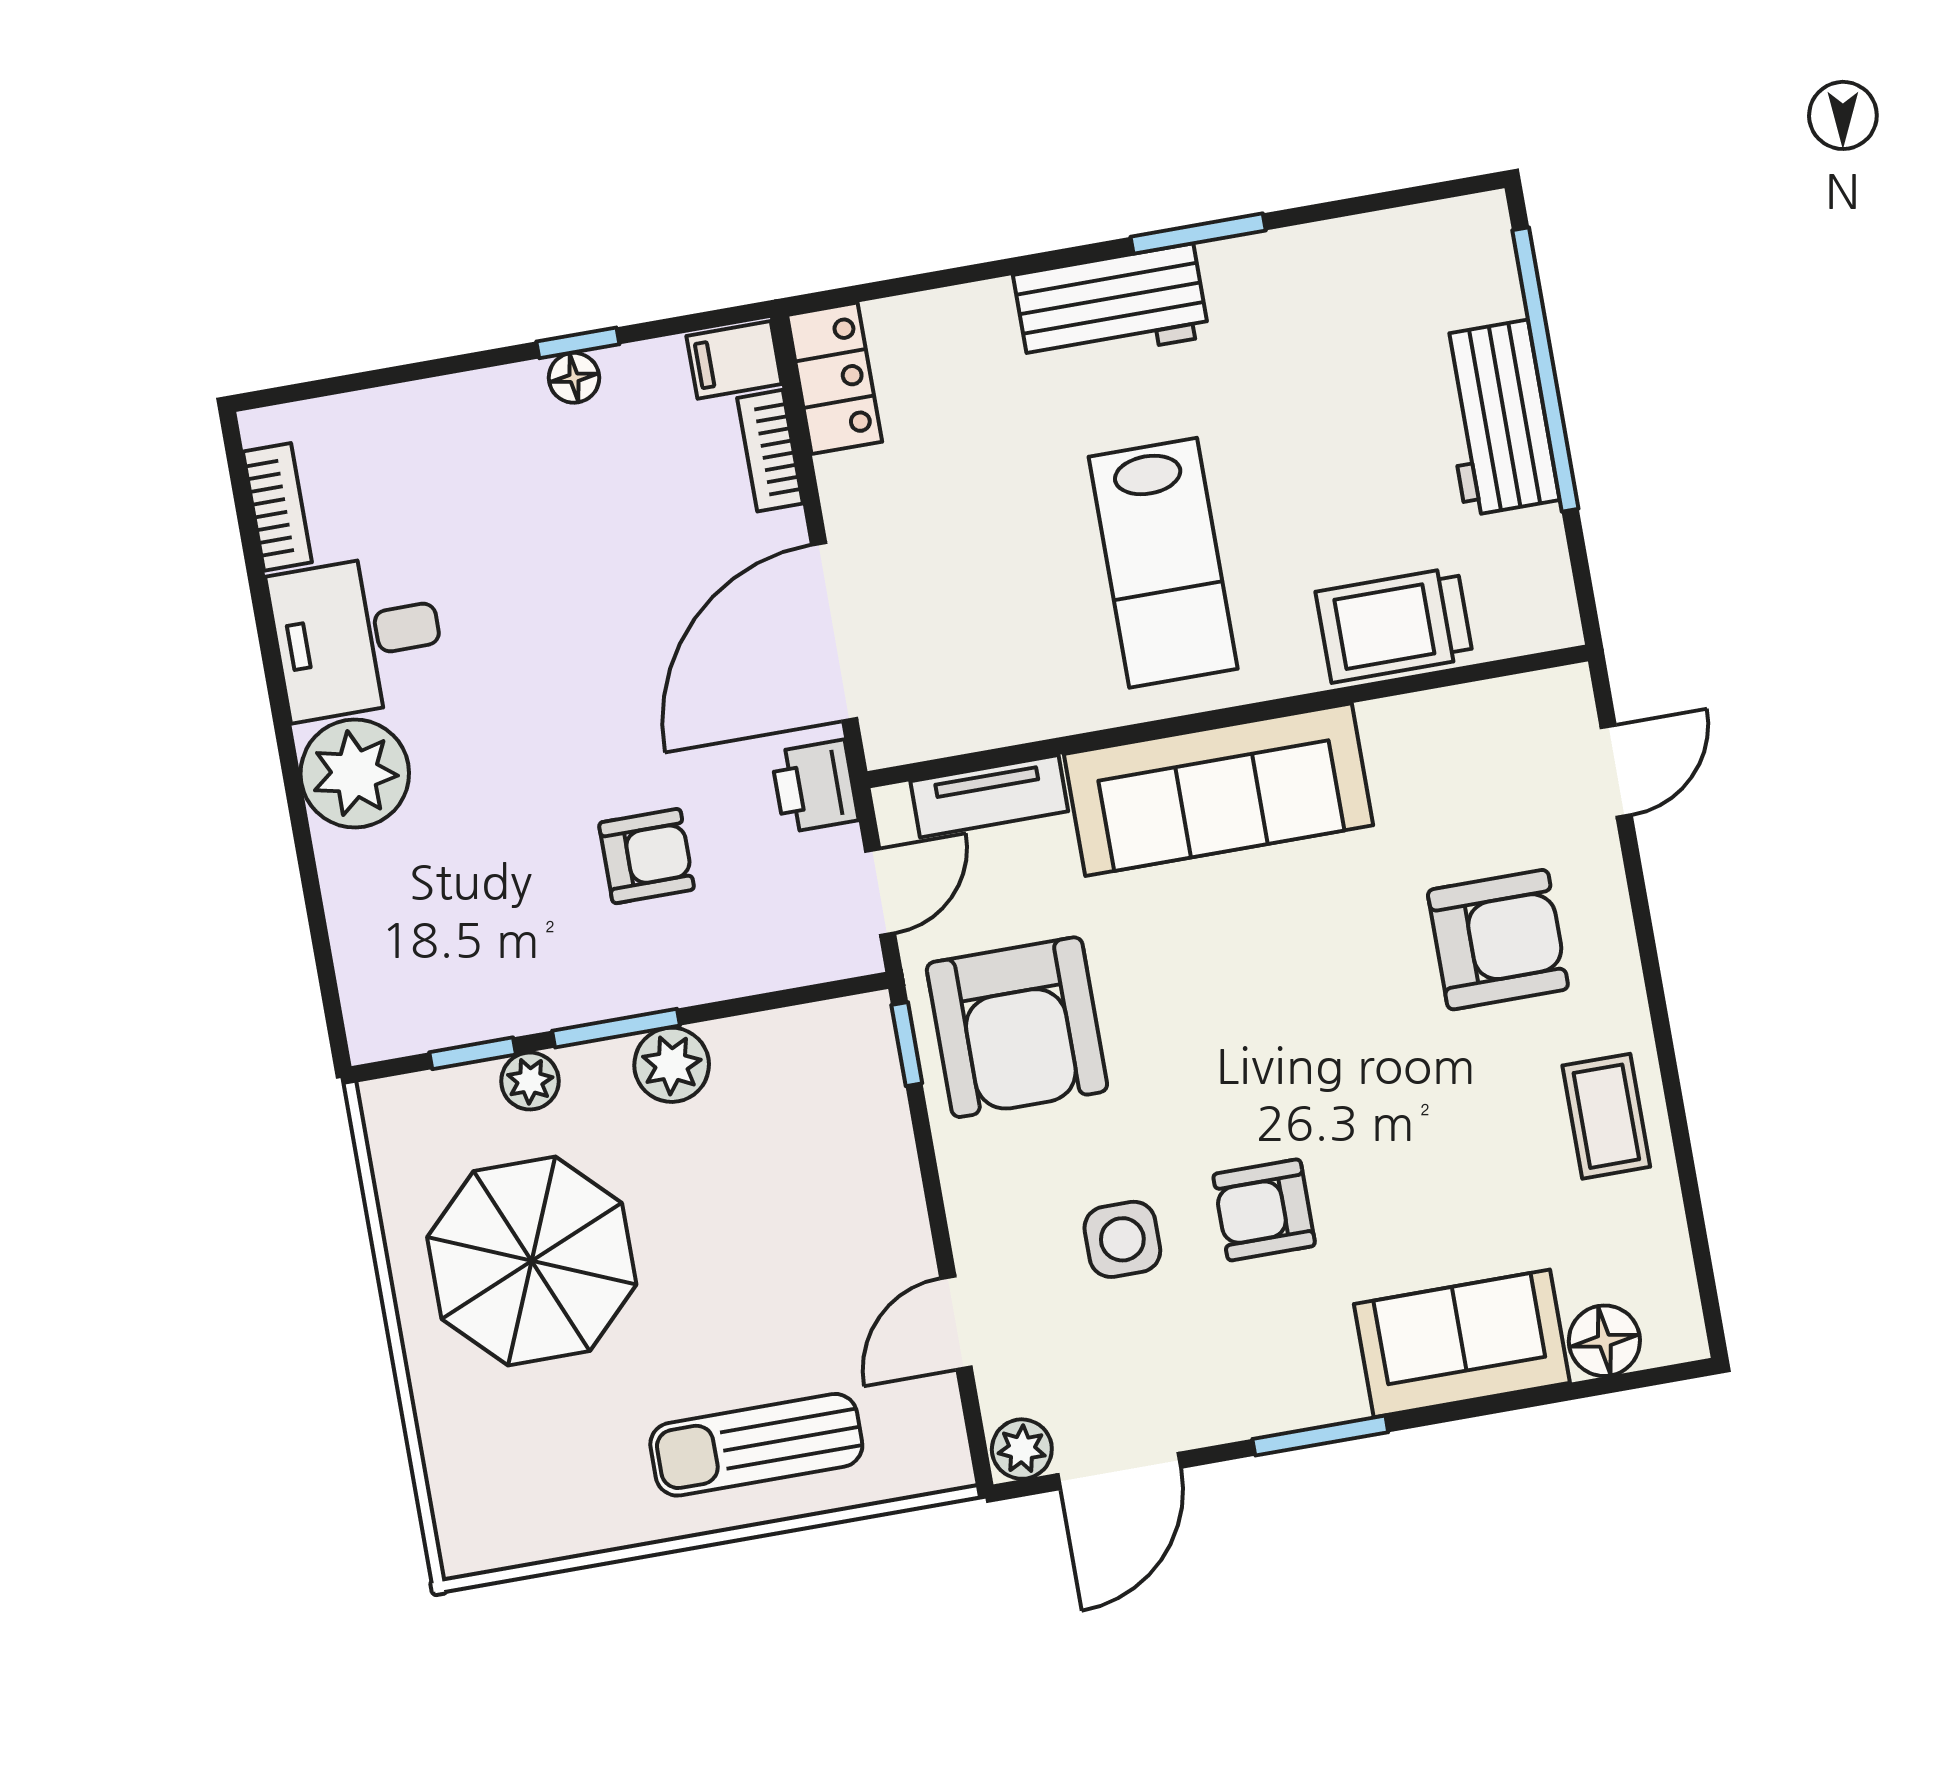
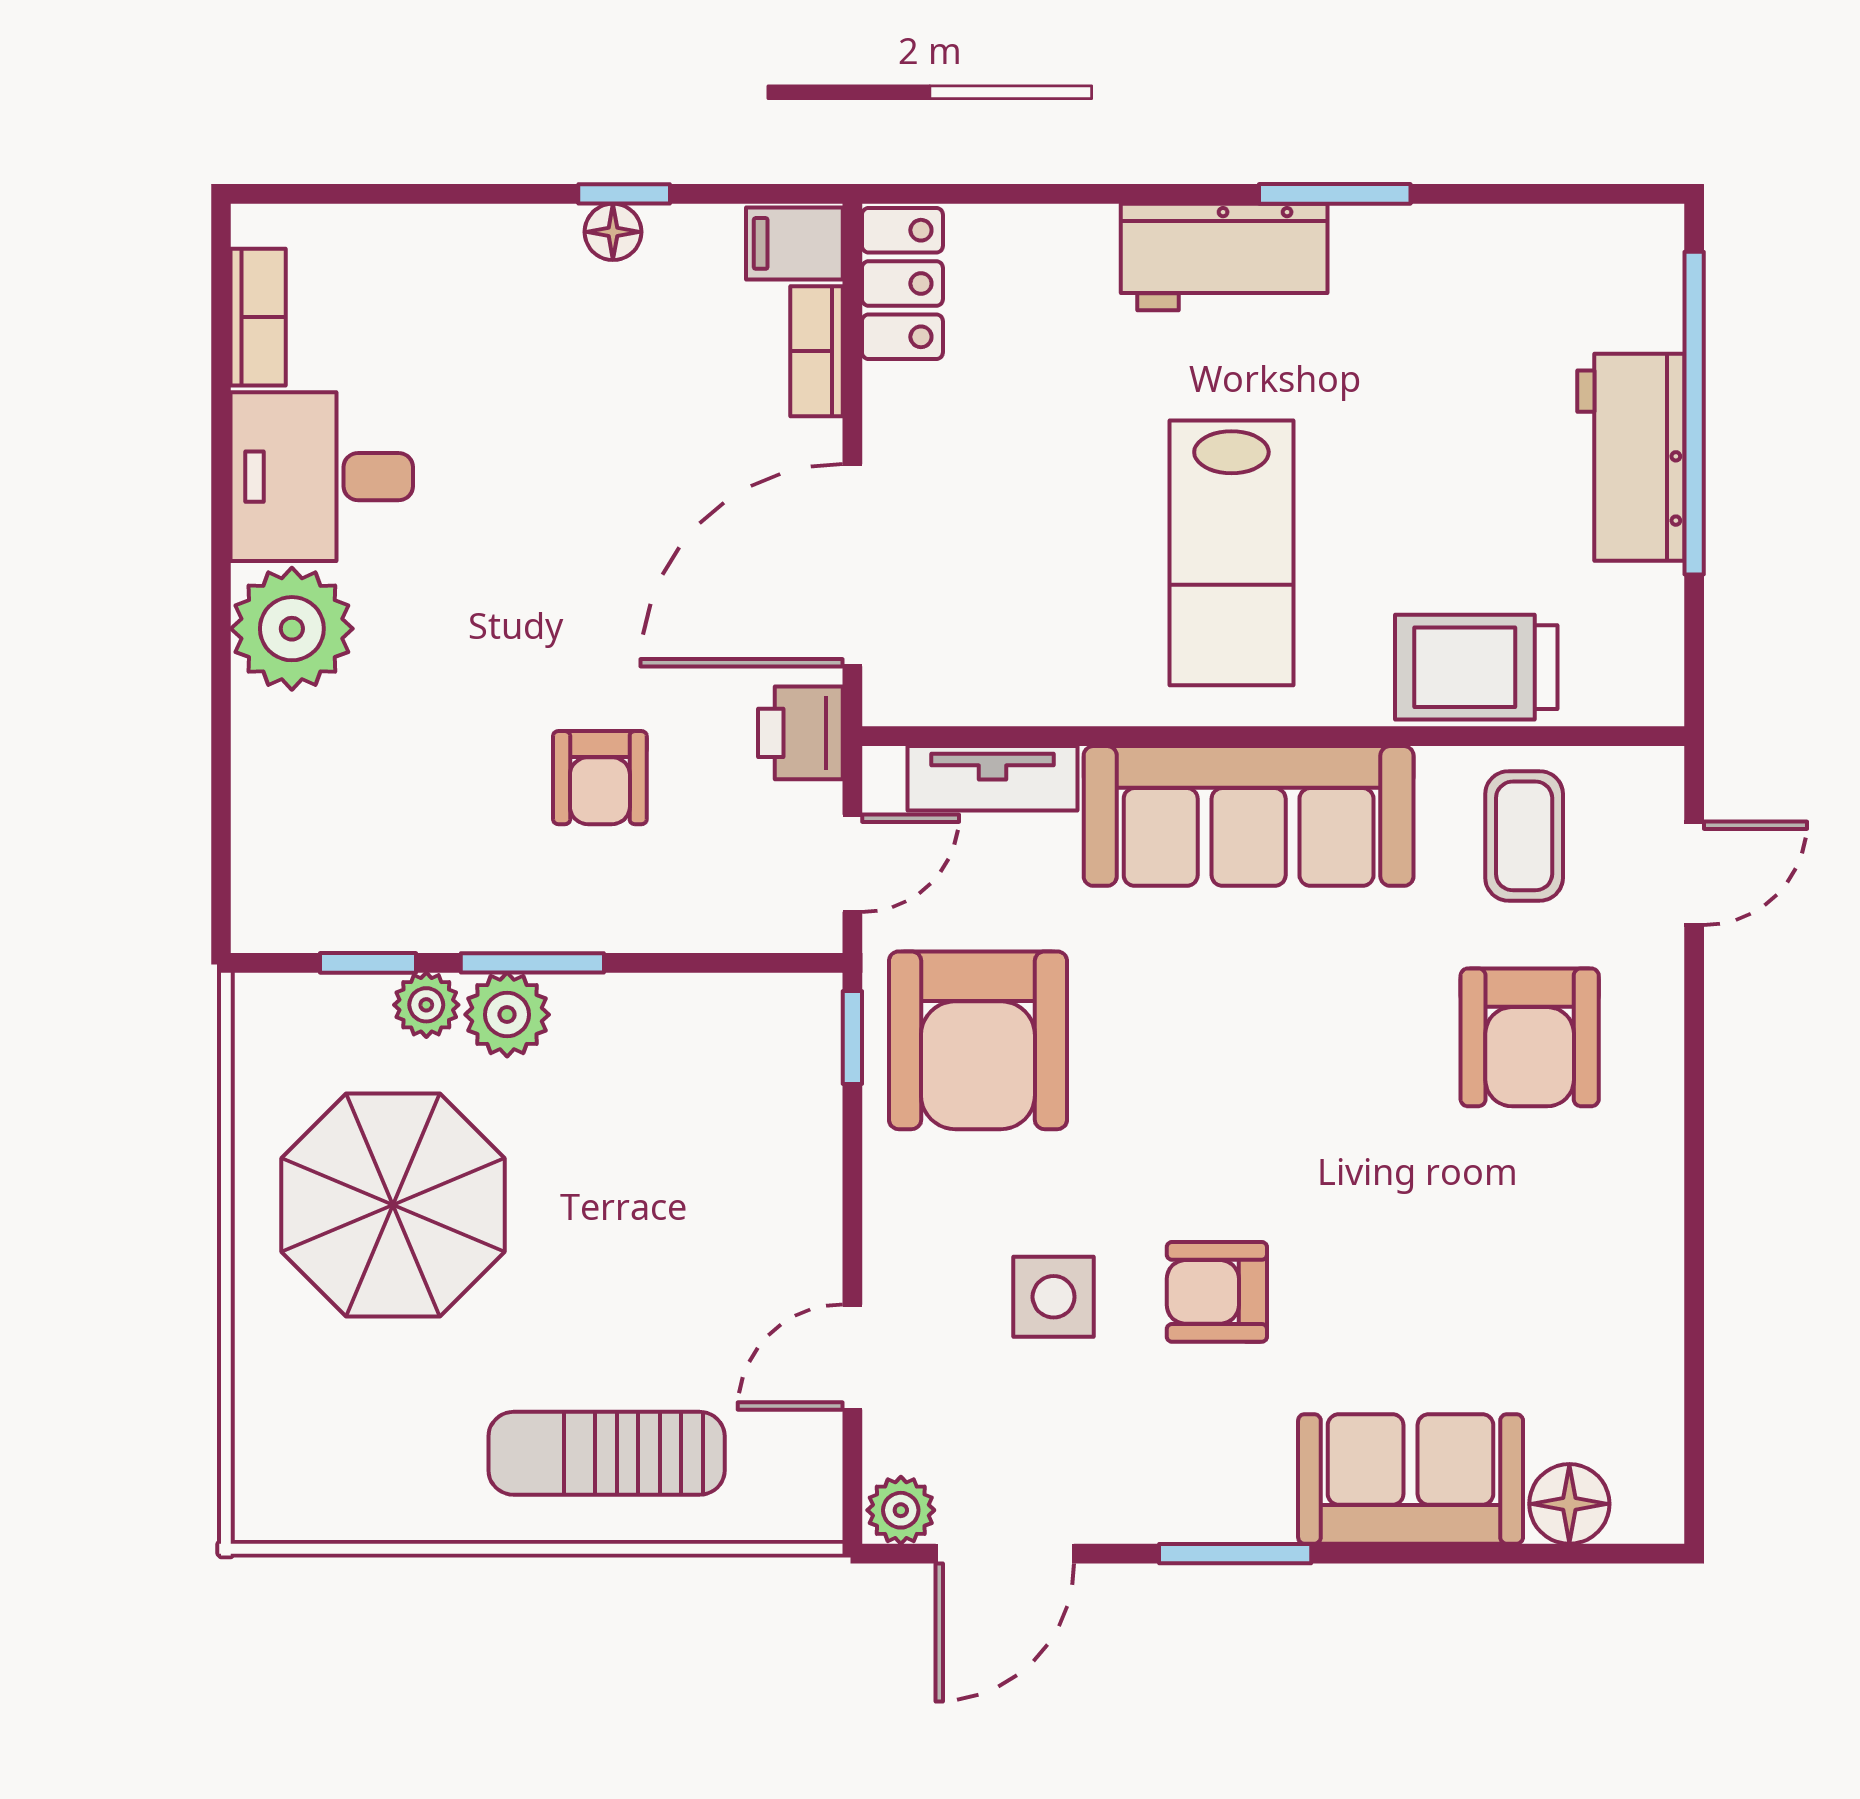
armchair: (647, 856) -> (600, 778), turned 90
armchair: (1498, 940) -> (1530, 1037), turned 90
plant: (672, 1065) -> (507, 1015), moved
coffee table: (1606, 1116) -> (1524, 836), moved

